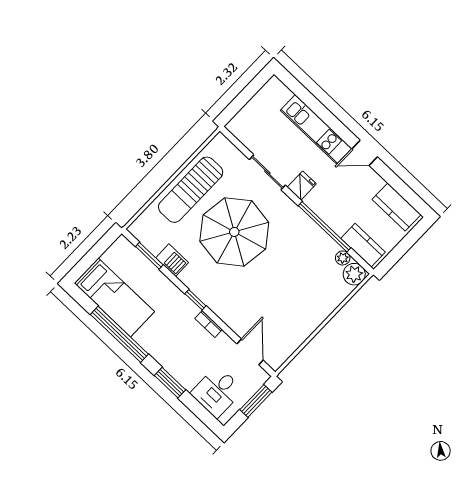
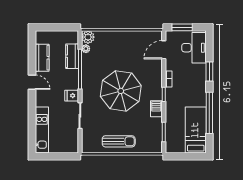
kitchen unit: (316, 129) -> (42, 130), moved
sun lounger: (191, 190) -> (119, 141), width x0.73, depth x0.75
kitchen counter: (397, 207) -> (42, 58), moved
parasol: (234, 232) -> (121, 91), moved
kitchen counter: (363, 245) -> (72, 56), moved
barbecue: (172, 260) -> (156, 109), moved
desk: (217, 392) -> (194, 48), width x1.37

